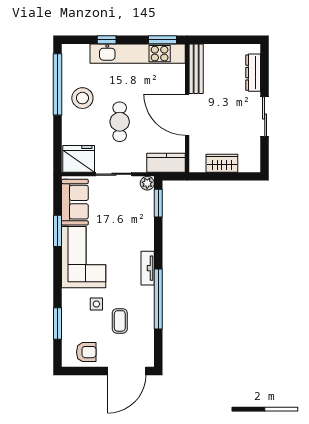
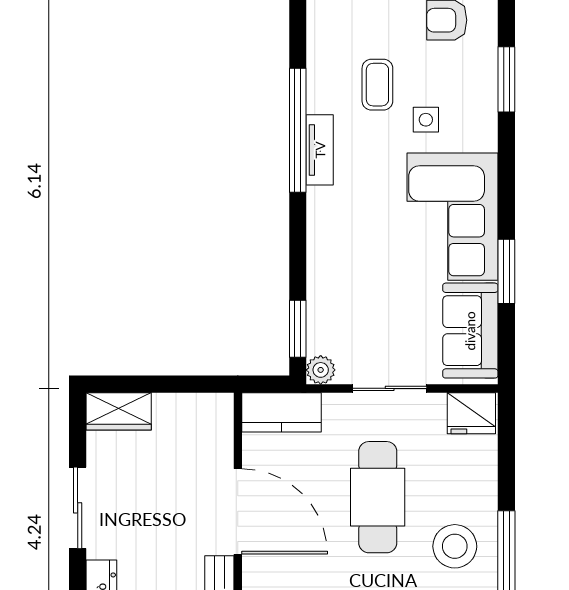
cafe table: (120, 122) -> (378, 497), width x1.37, depth x1.35
fridge: (79, 159) -> (471, 413), width x0.73, depth x0.75
wardrobe: (222, 163) -> (119, 411), moved
tv unit: (148, 268) -> (320, 150), moved

